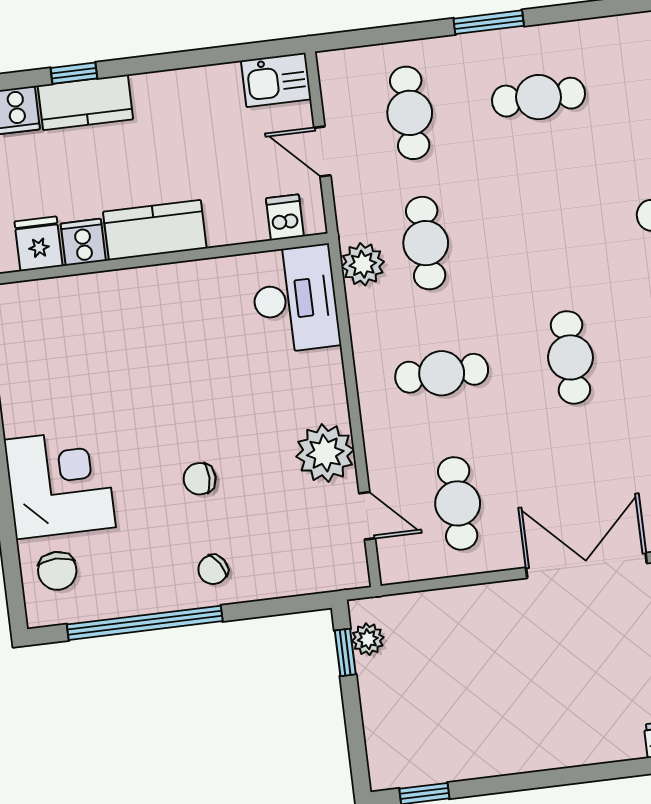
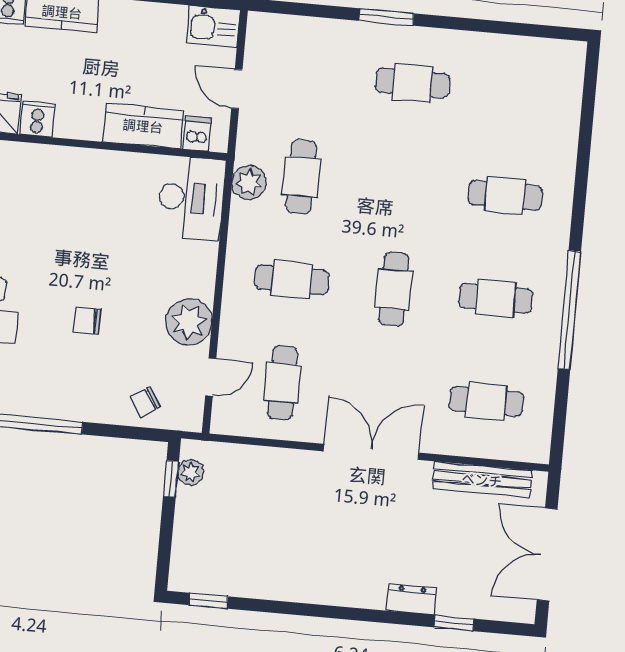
cafe table: (410, 113) -> (311, 74), removed
kitchen counter: (155, 230) -> (143, 126), moved
door: (367, 516) -> (211, 377), hinge flipped
chair: (213, 570) -> (145, 402), moved

